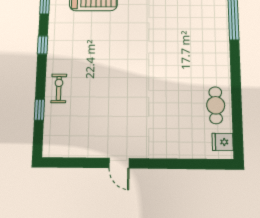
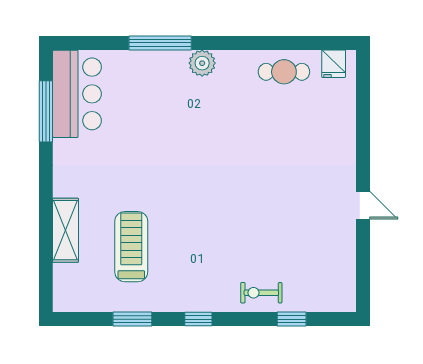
plant: (220, 47) -> (202, 63), added
door: (119, 163) -> (363, 205), hinge flipped

